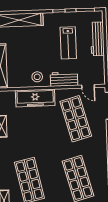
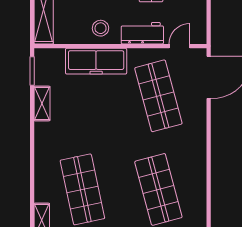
door: (88, 86) -> (180, 46), swing flipped

